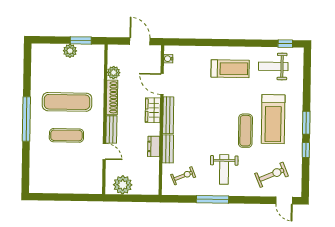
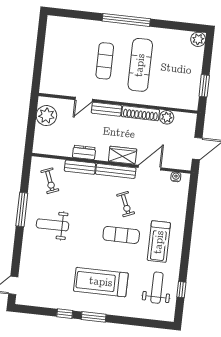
window: (285, 44) -> (181, 290), moved
plant: (70, 51) -> (198, 39), moved
exercise mat: (245, 131) -> (121, 235), moved
exercise bike: (272, 175) -> (126, 204), moved, width x0.73, depth x0.72

